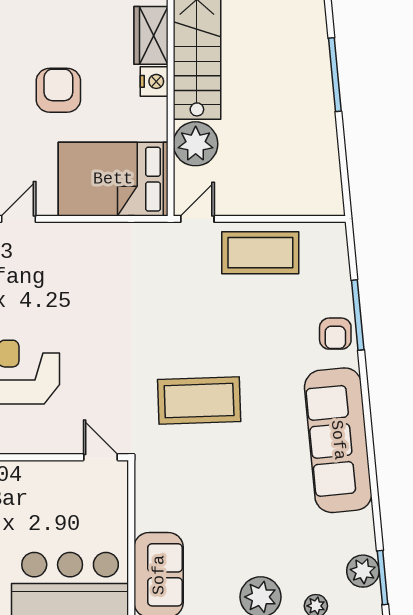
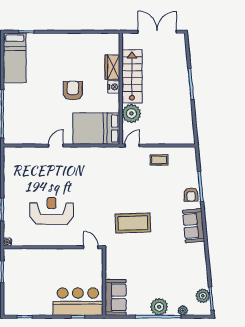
coffee table: (260, 253) -> (159, 160), width x0.54, depth x0.58
sofa: (338, 440) -> (193, 226), width x0.54, depth x0.79

